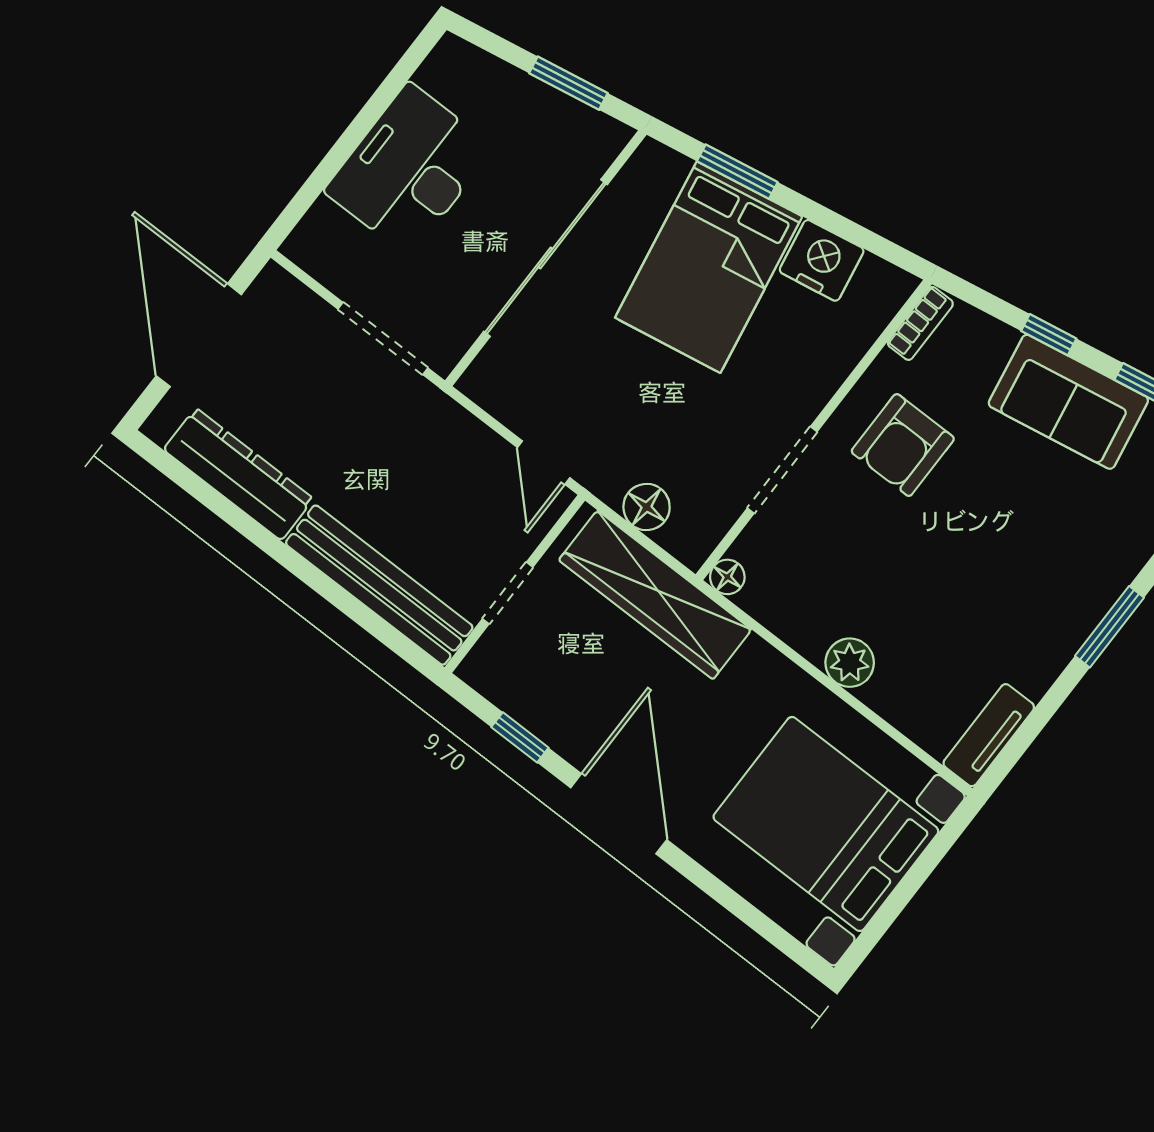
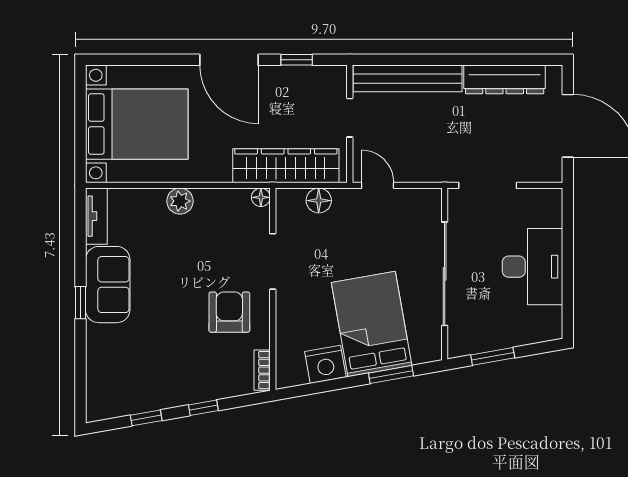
sofa: (1068, 402) -> (108, 285), moved, turned 100
window: (1110, 627) -> (80, 303), width x0.67

